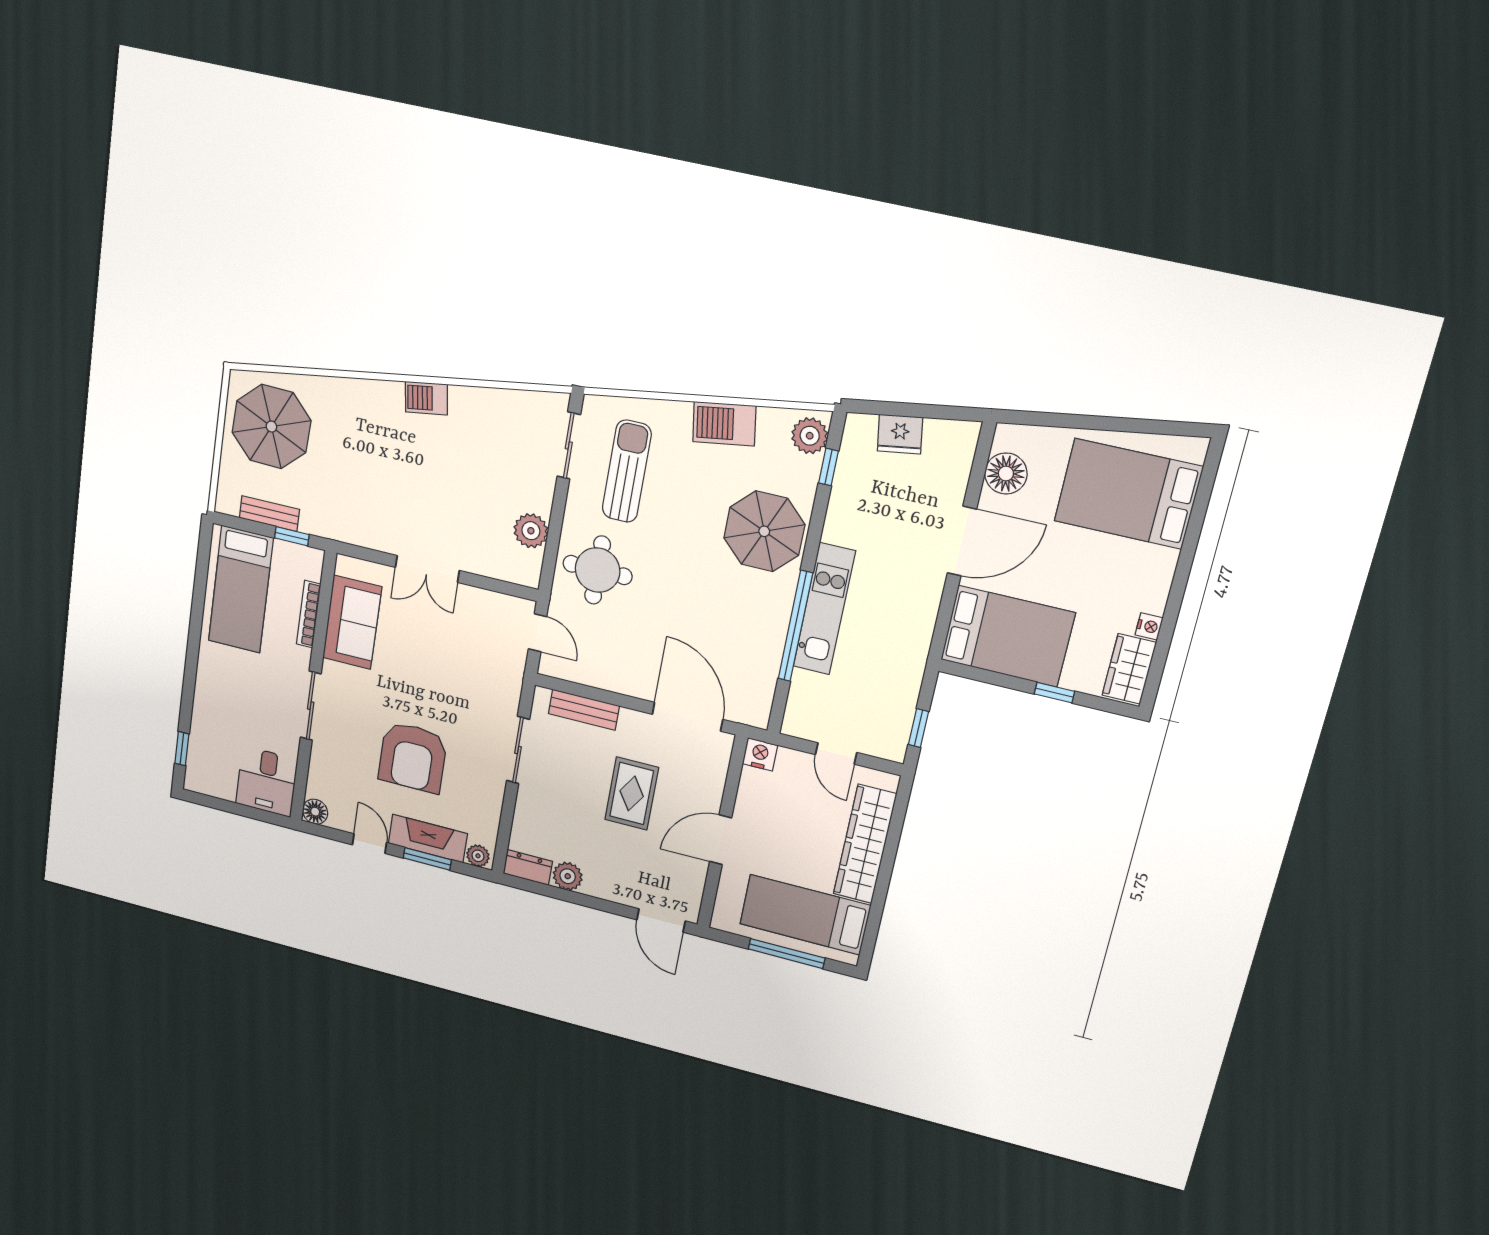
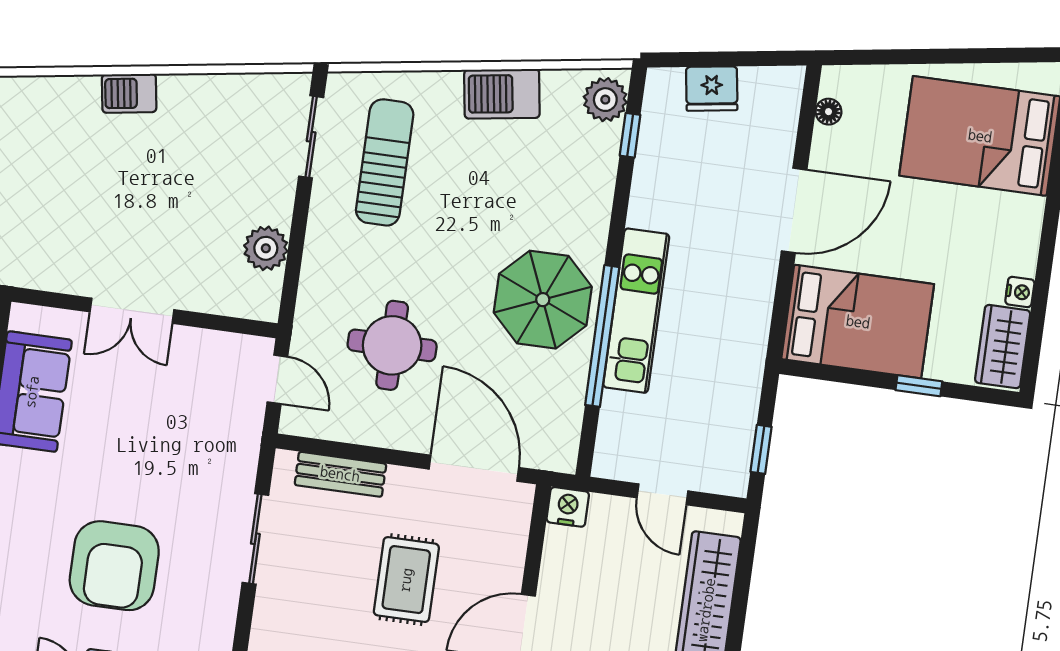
floor lamp: (1006, 474) -> (828, 112), width x0.53, depth x0.53
parasol: (764, 531) -> (543, 300), moved
round table: (598, 570) -> (392, 345), moved

